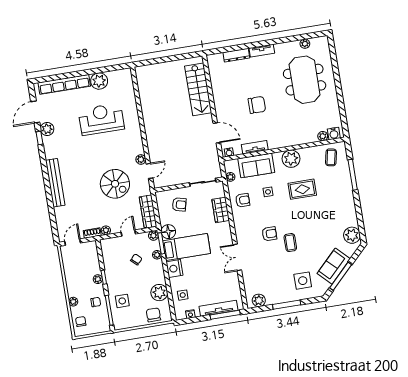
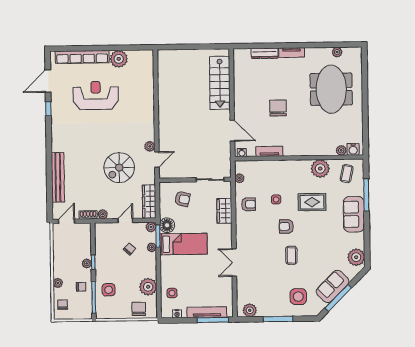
chair: (257, 105) -> (278, 108), turned -90
reception desk: (101, 119) -> (96, 95), moved
plant: (47, 129) -> (58, 100), removed
plant: (291, 159) -> (320, 169), moved
sofa: (256, 165) -> (354, 214), moved, turned 90
bench: (55, 183) -> (58, 177), moved
spiral stairs: (115, 184) -> (119, 168), turned 90
armchair: (269, 234) -> (286, 226), moved, turned 180
nightstand: (175, 268) -> (168, 264), removed

